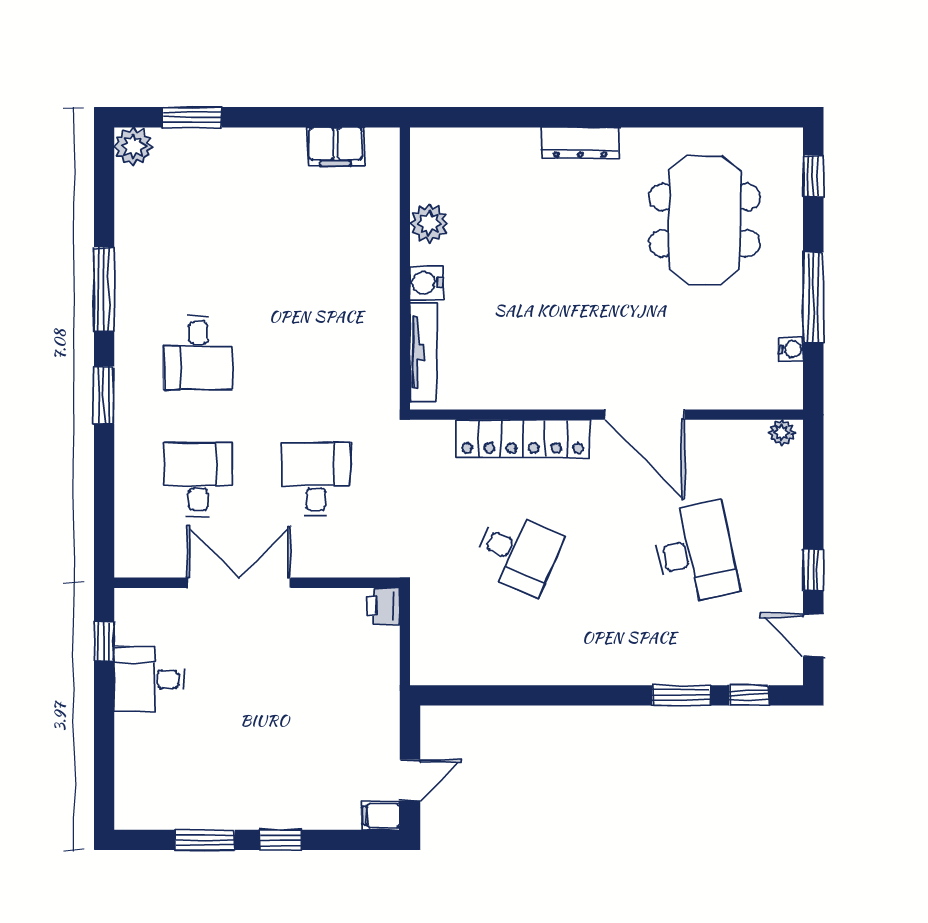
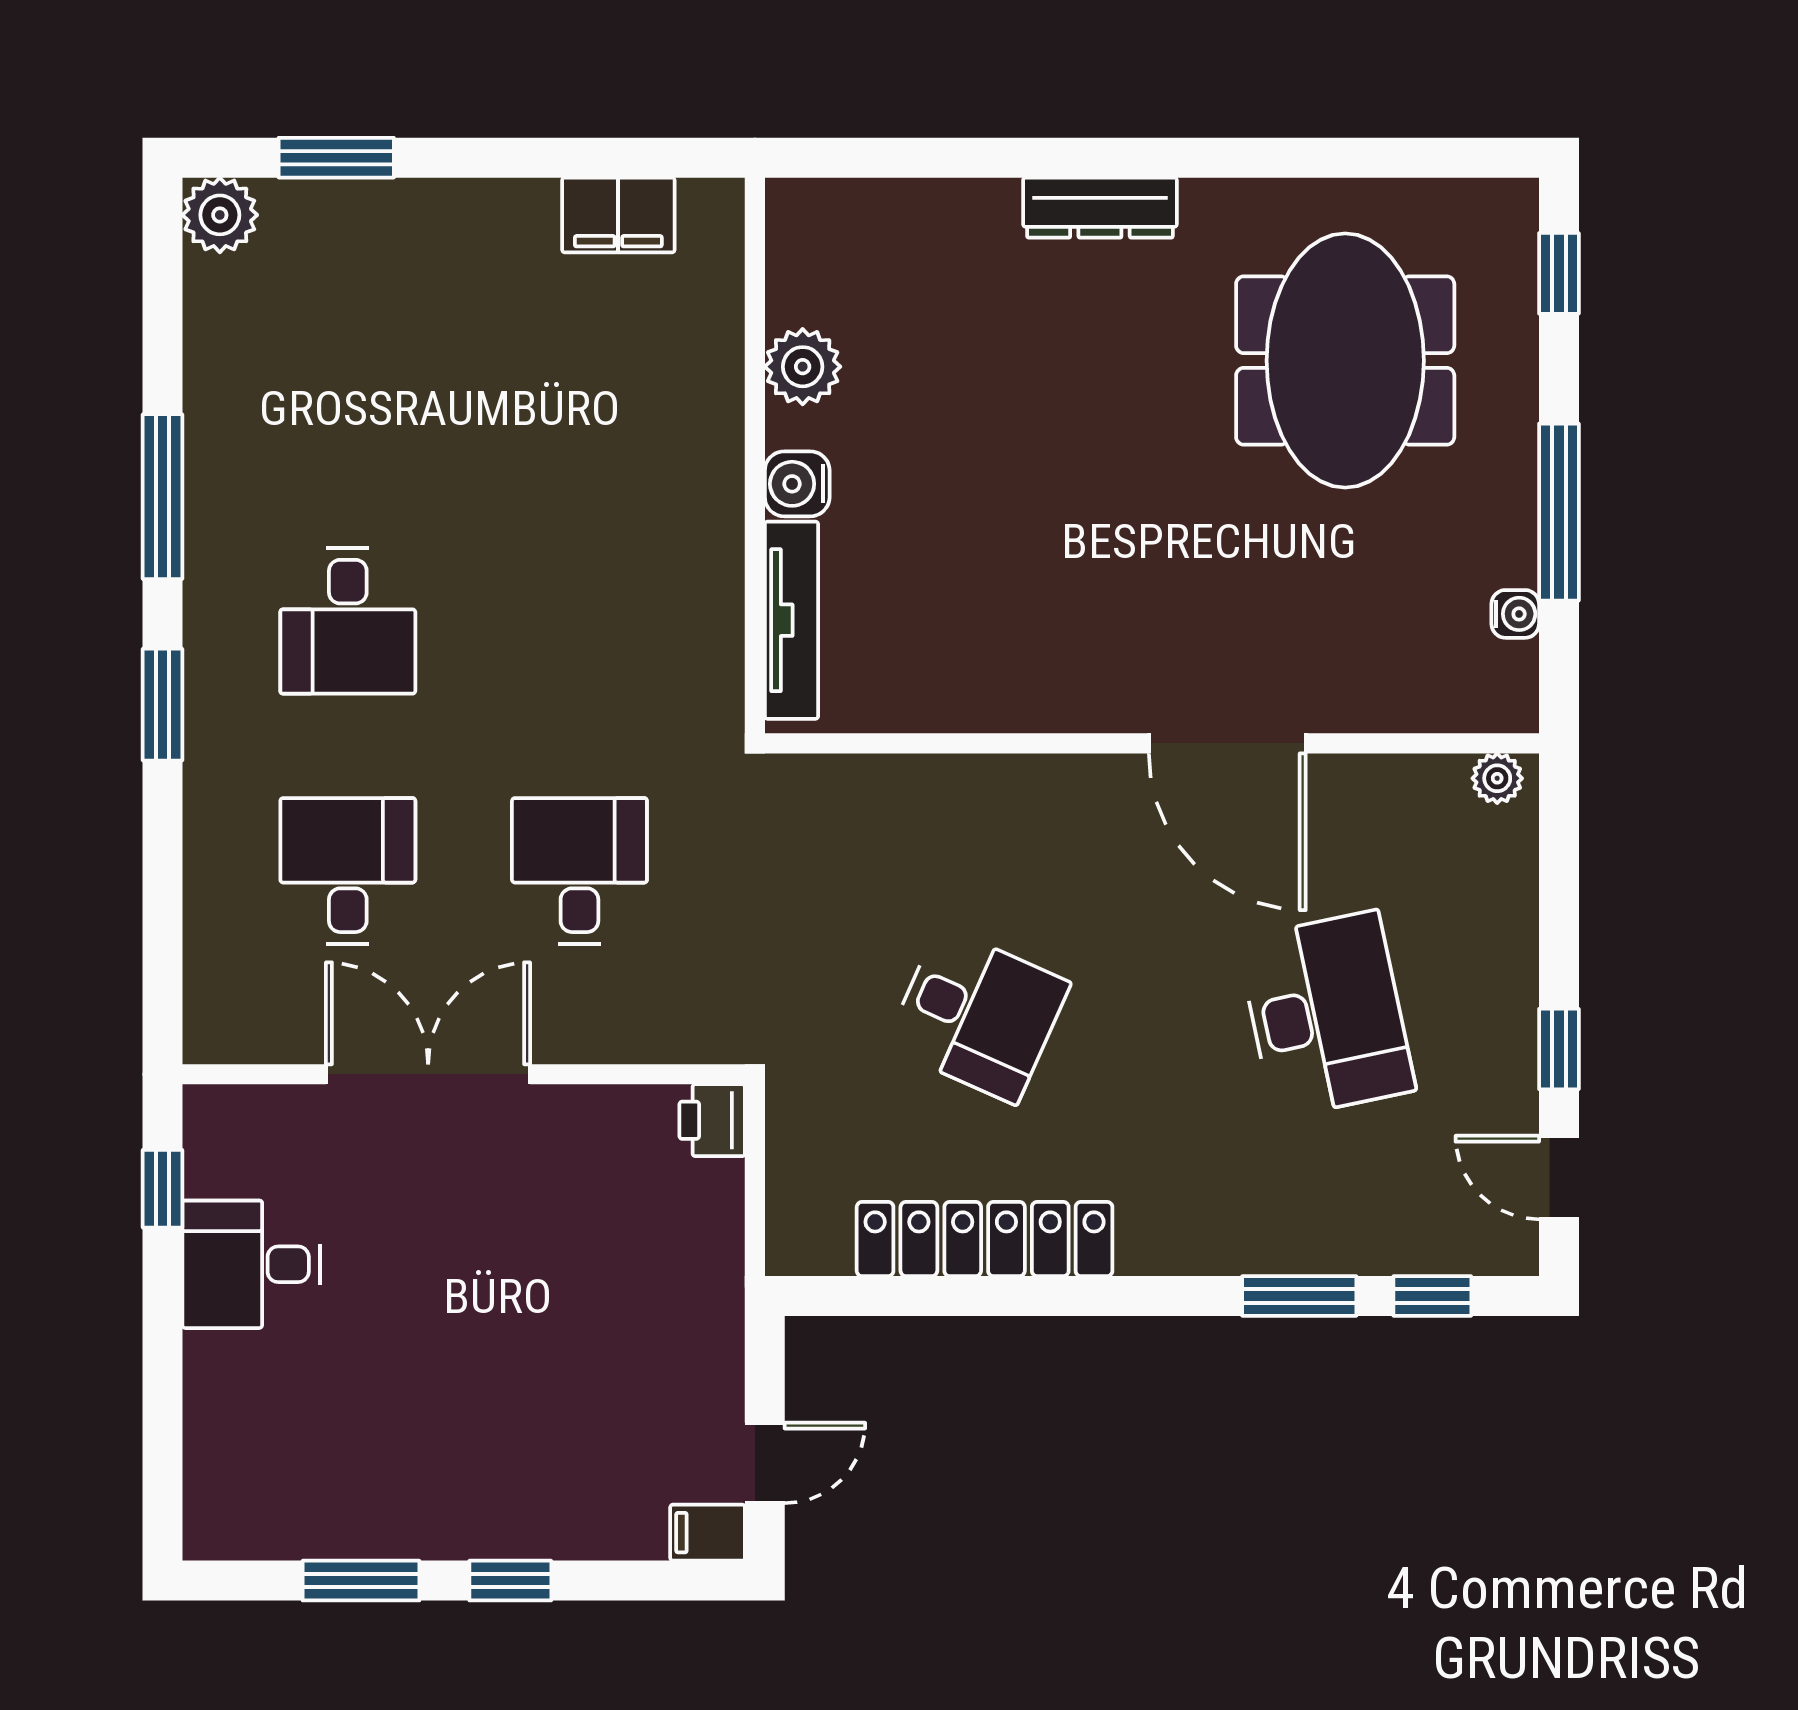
locker: (523, 439) -> (985, 1239), moved, turned 180

